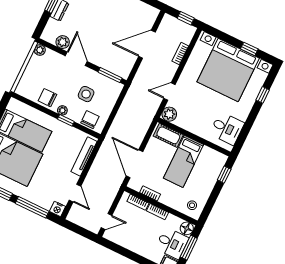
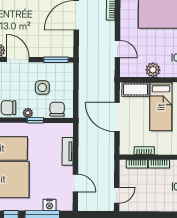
door: (169, 92) -> (117, 49), swing flipped
plant: (169, 114) -> (153, 70), moved
tv unit: (84, 157) -> (68, 151), width x0.71
door: (134, 164) -> (117, 117), moved
nightstand: (58, 209) -> (50, 205), moved

